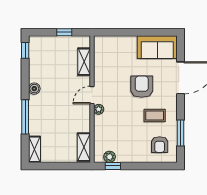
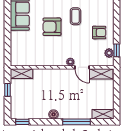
shelving: (84, 62) -> (21, 74), moved
door: (92, 95) -> (82, 67), moved
armchair: (160, 145) -> (99, 33), moved

